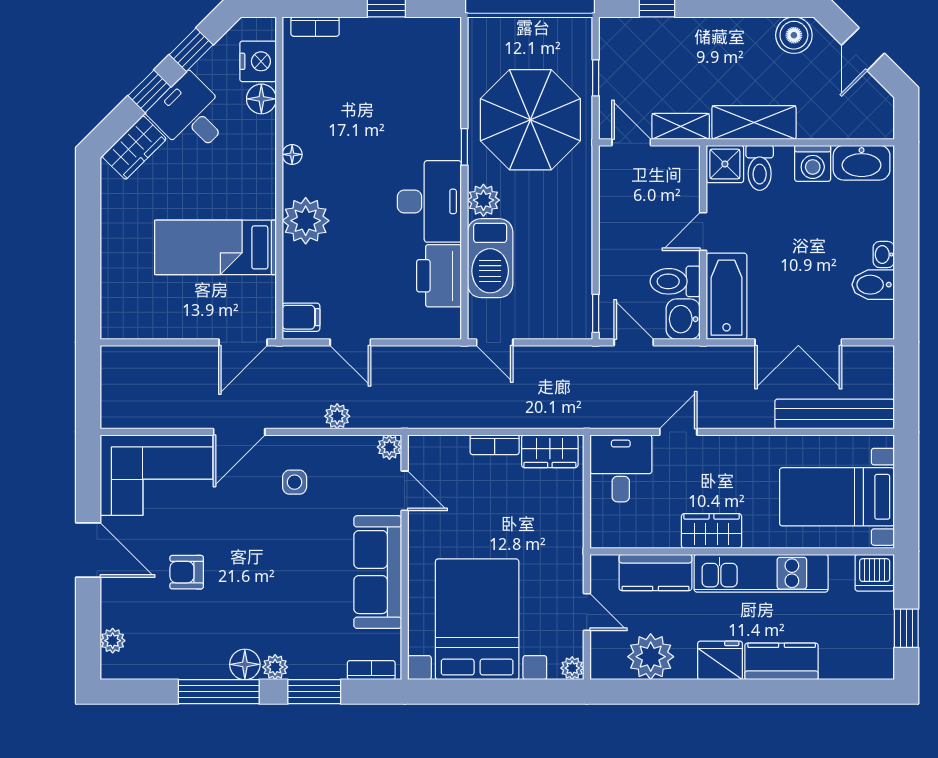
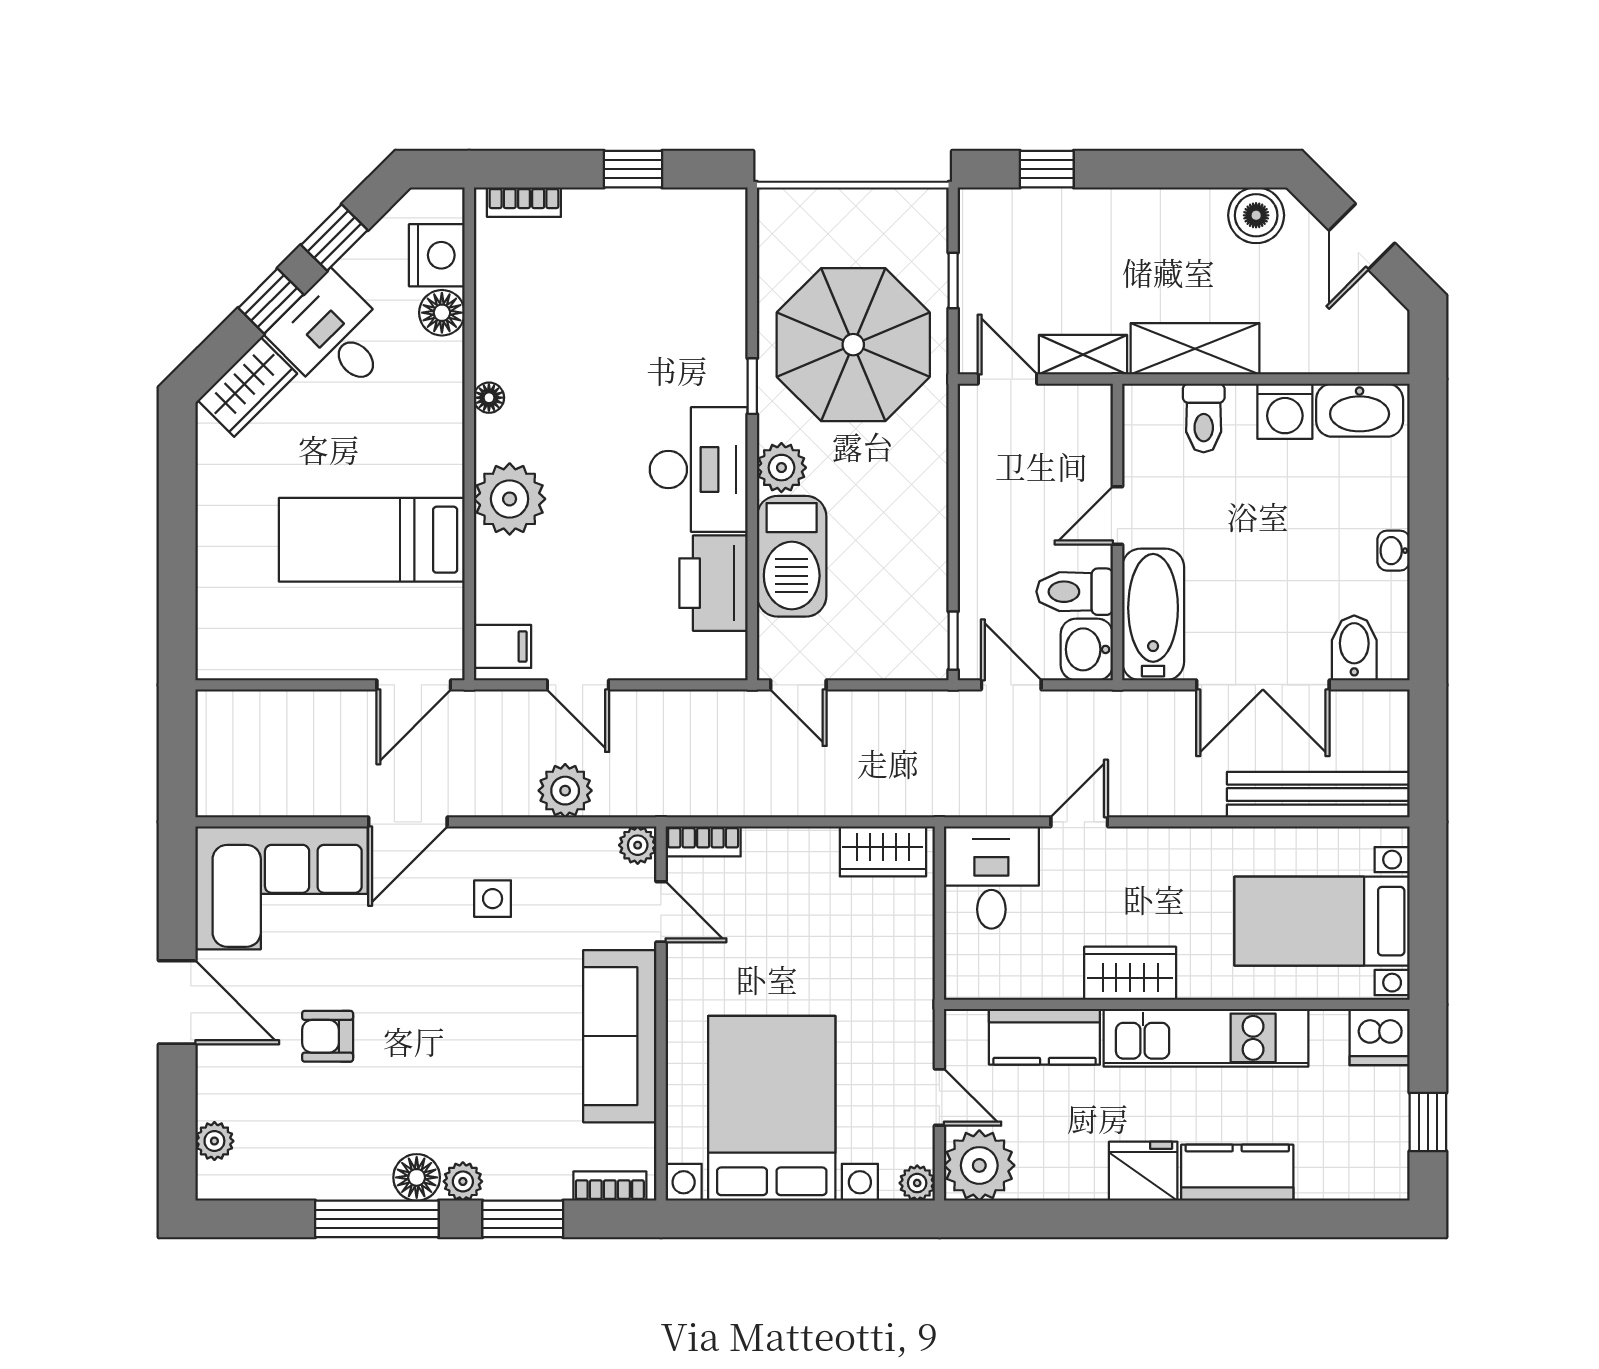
shower: (725, 164) -> (1151, 412), removed
bidet: (873, 285) -> (1354, 648), moved, turned 90
plant: (337, 416) -> (565, 791), width x1.38, depth x1.38
bookcase: (495, 445) -> (703, 841), moved
plant: (651, 657) -> (979, 1165), moved

